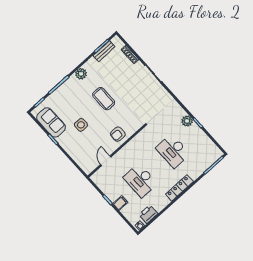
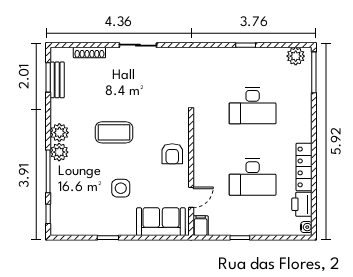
plant: (72, 82) -> (59, 152), added
plant: (187, 121) -> (296, 56), moved
sofa: (51, 122) -> (161, 222), moved
door: (106, 161) -> (191, 197), swing flipped
locker: (179, 188) -> (304, 167), moved
filing cabinet: (120, 203) -> (201, 226), moved

